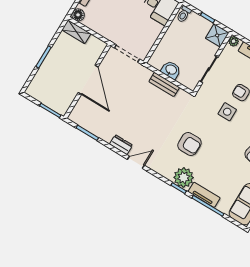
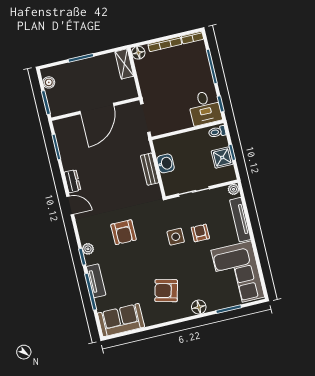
shower: (217, 35) -> (222, 158), moved
boiler: (39, 95) -> (49, 82), added
plant: (184, 178) -> (88, 249), width x0.53, depth x0.53

